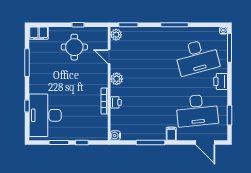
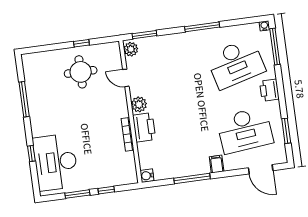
filing cabinet: (39, 33) -> (34, 60), removed
printer: (116, 102) -> (144, 127), width x1.87, depth x1.48

